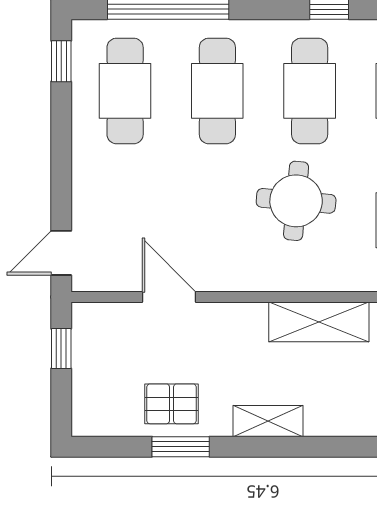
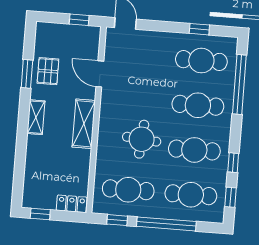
window: (61, 61) -> (199, 29), moved
door: (169, 297) -> (100, 74), swing flipped
shelving: (319, 322) -> (84, 124), moved

